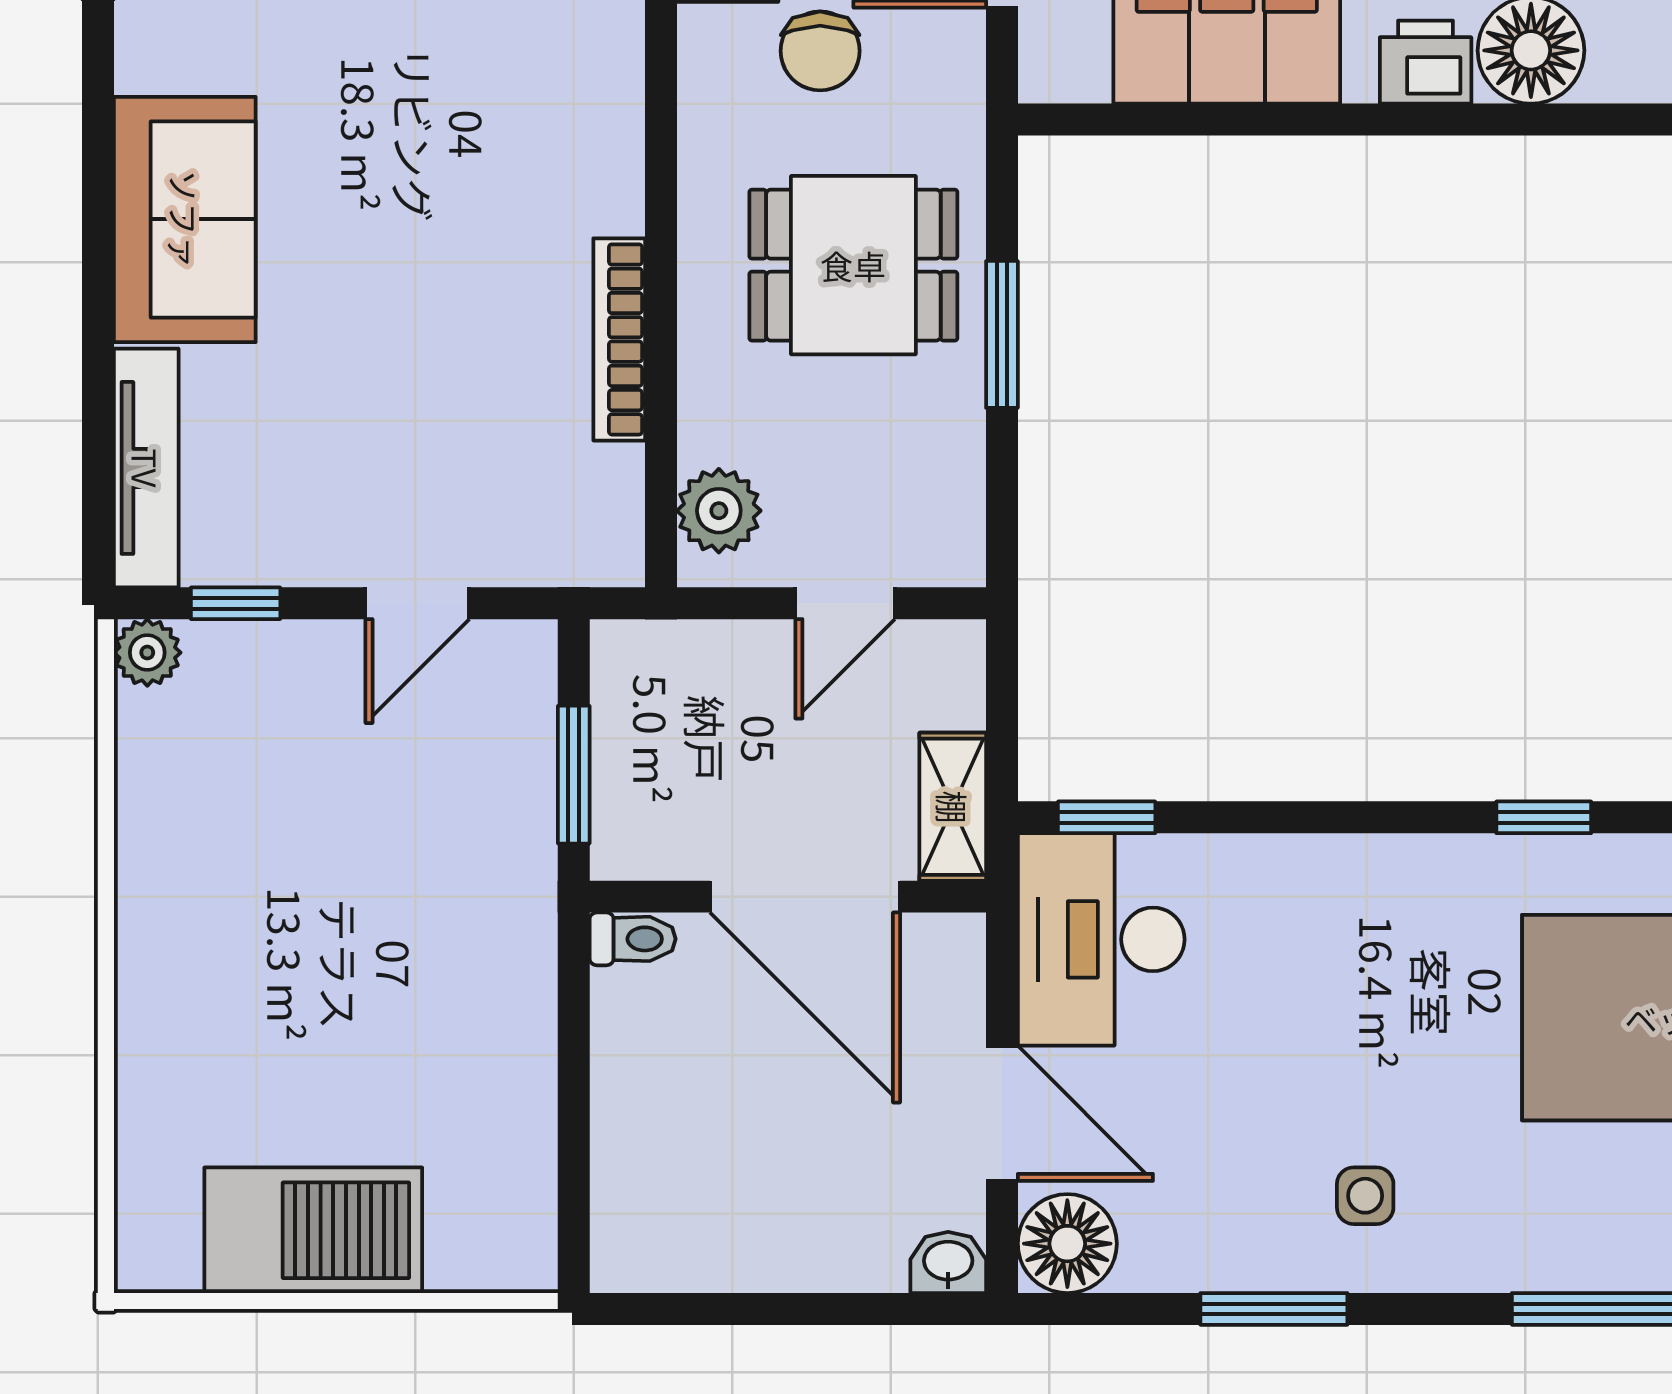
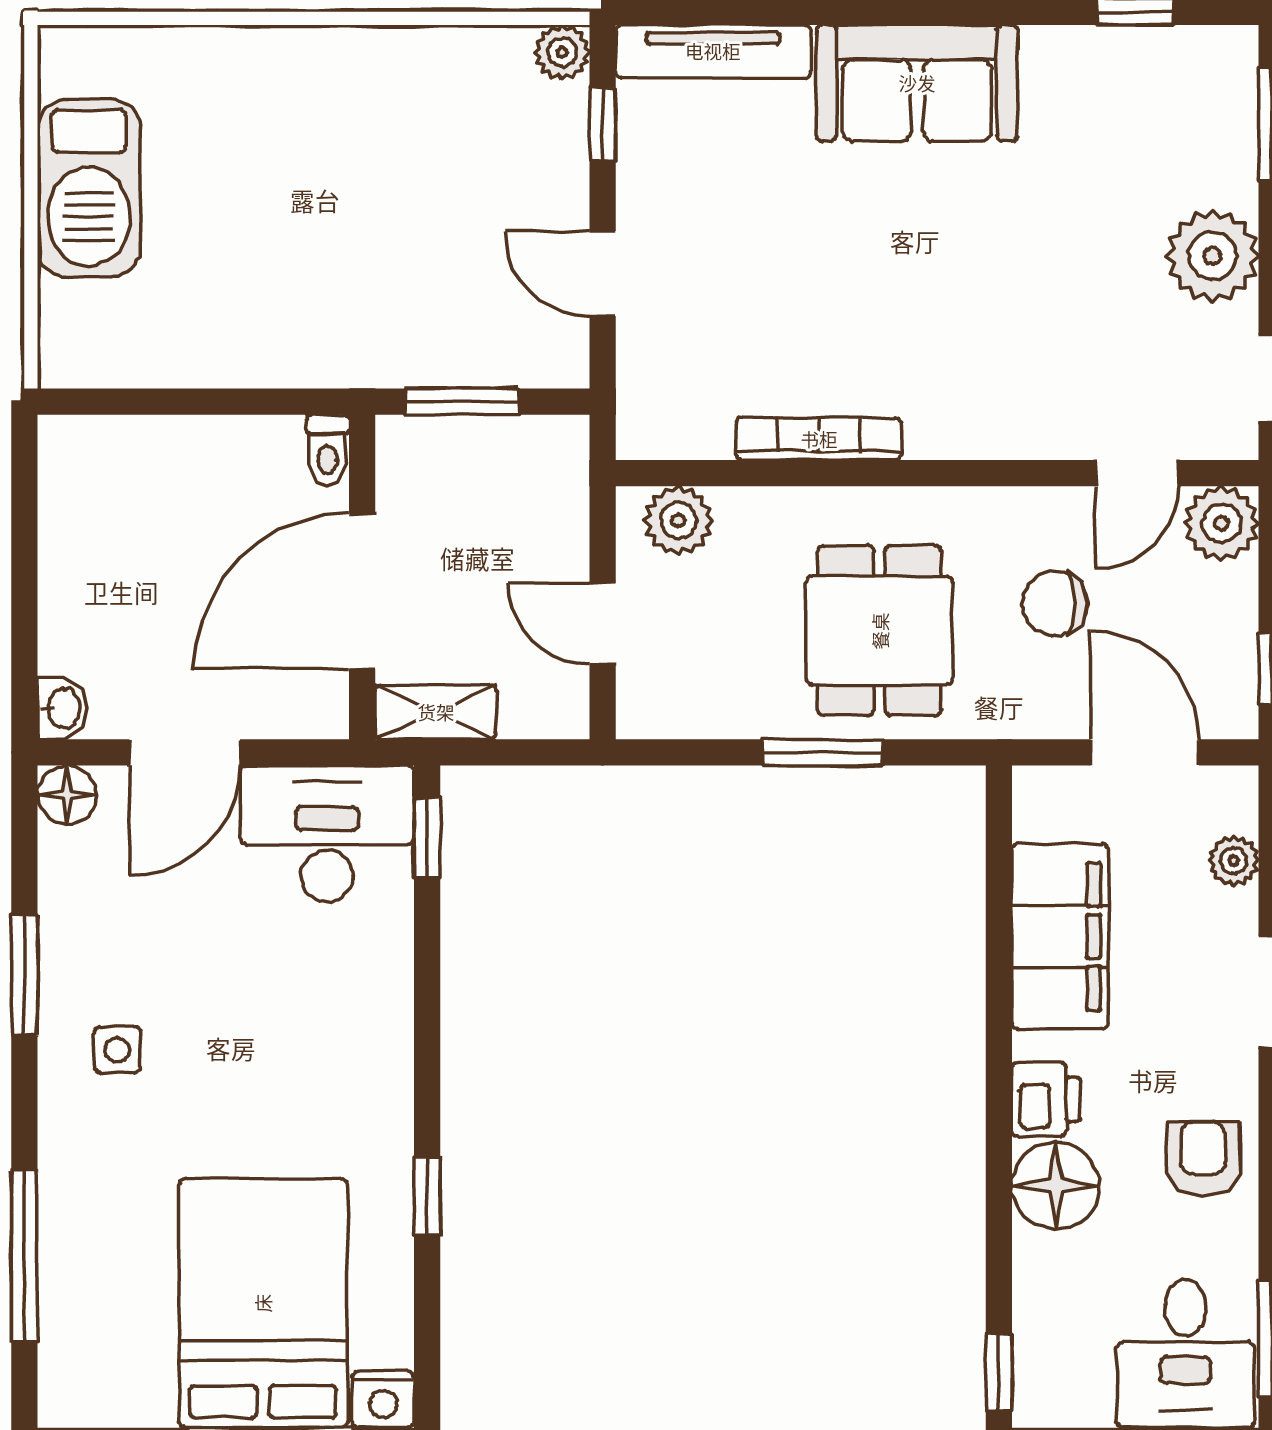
floor lamp: (1067, 1244) -> (67, 795), width x0.73, depth x0.73

